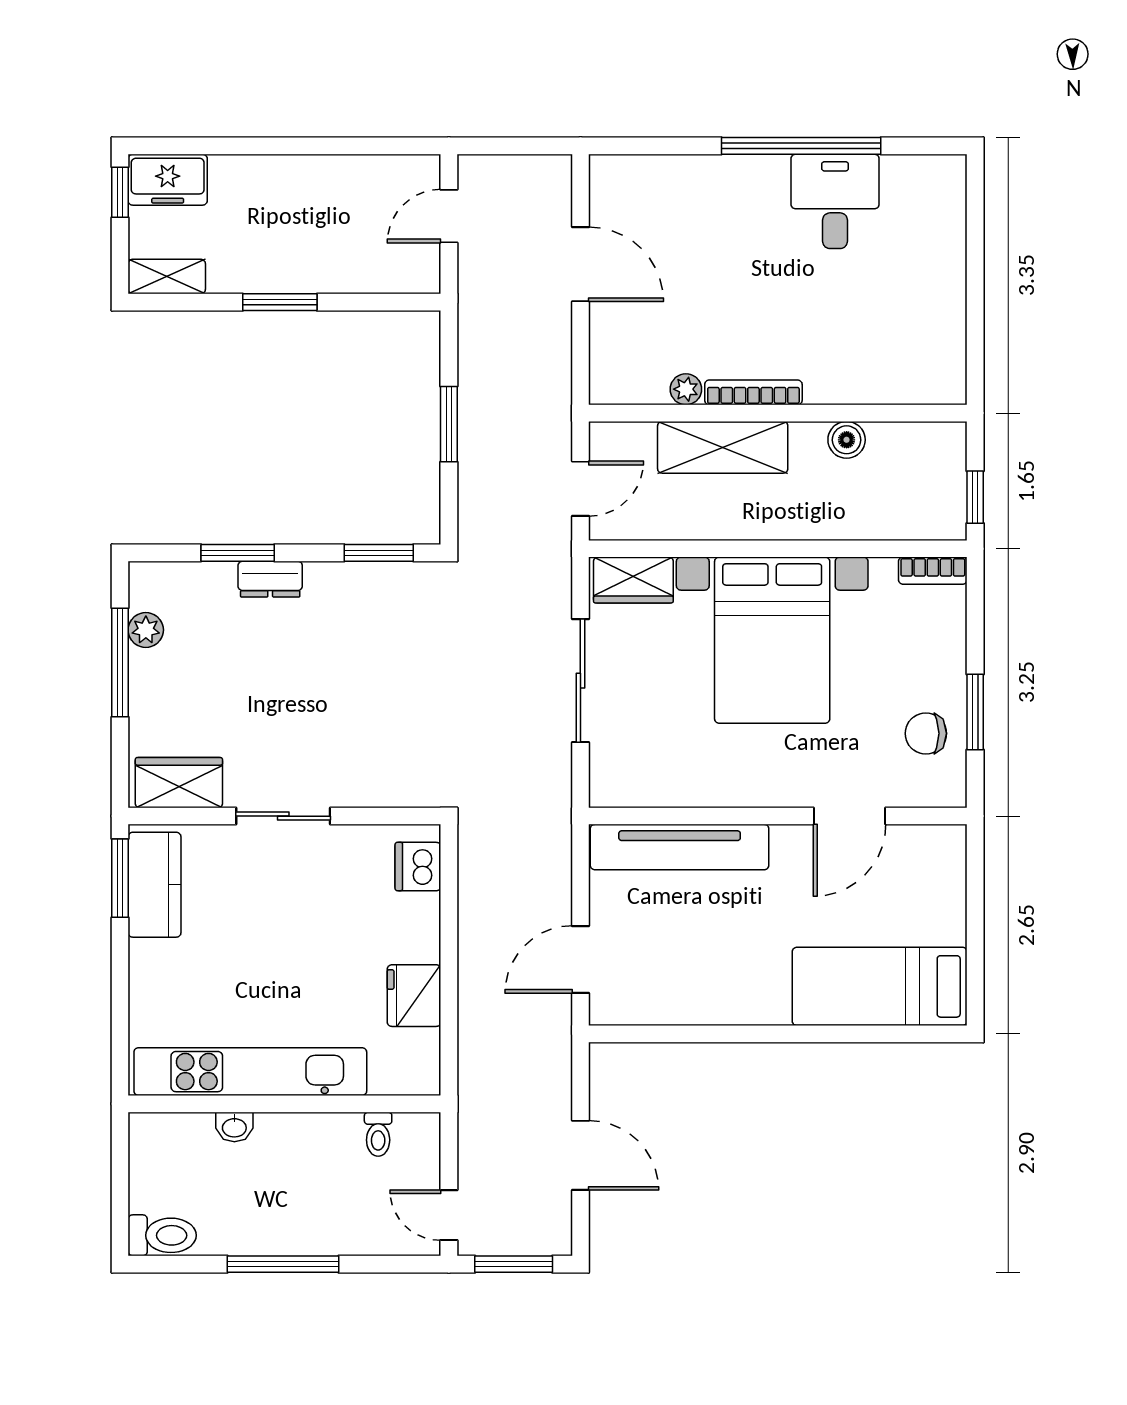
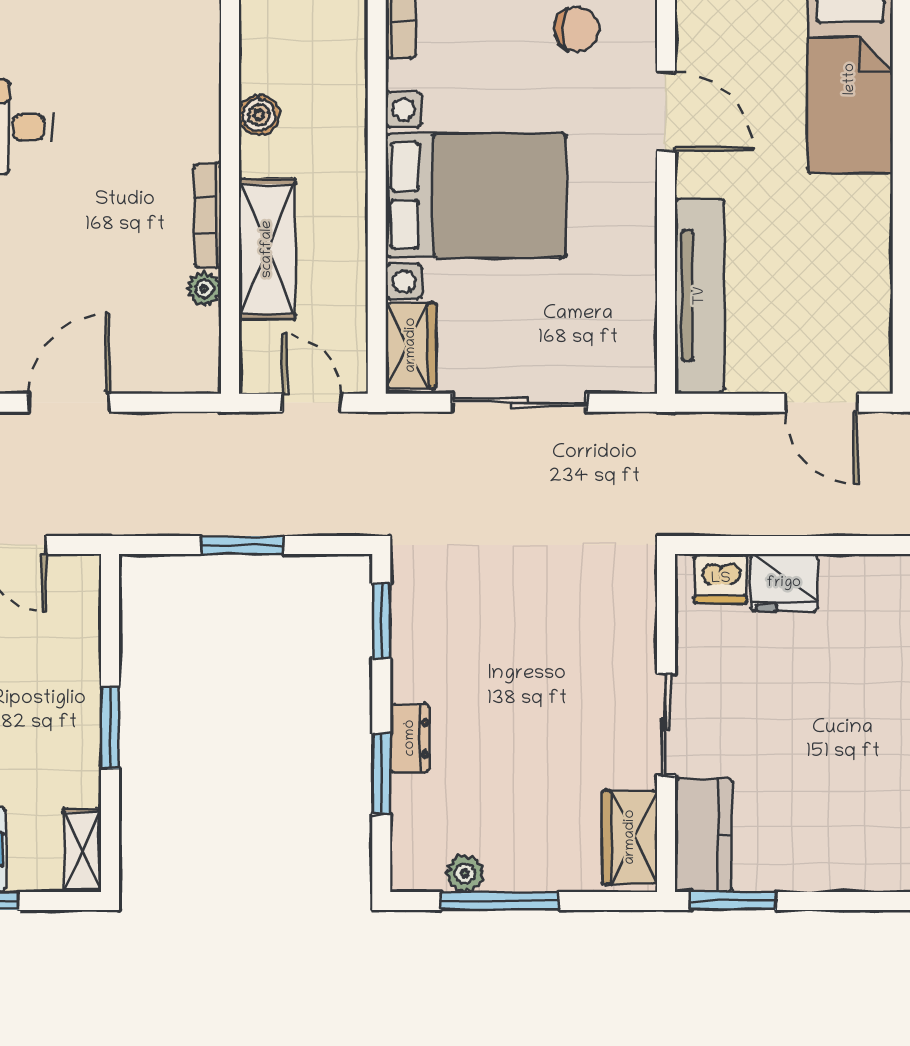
chair: (926, 733) -> (577, 29), turned -90
kitchen counter: (154, 885) -> (703, 835), moved, turned 90
fridge: (414, 996) -> (784, 583), moved

